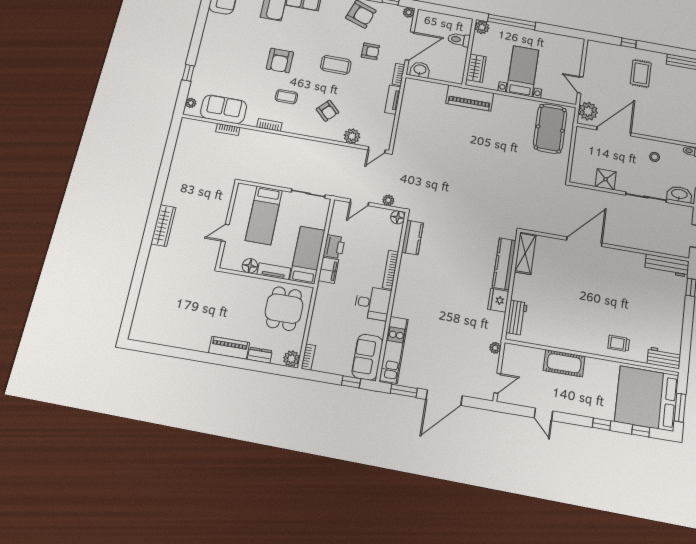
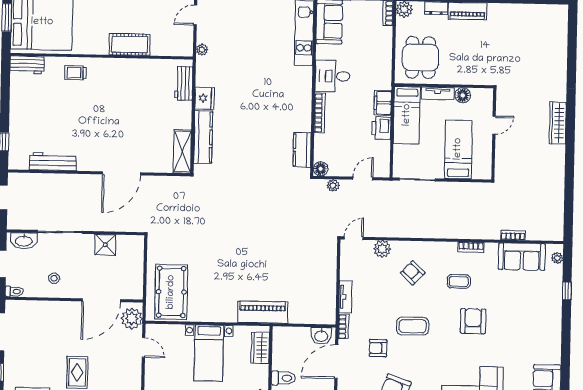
workbench: (667, 265) -> (53, 162), moved
trolley: (619, 343) -> (75, 73), turned 180

